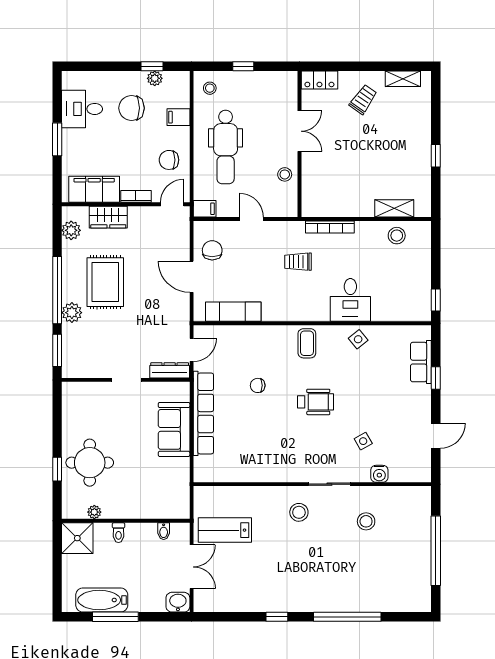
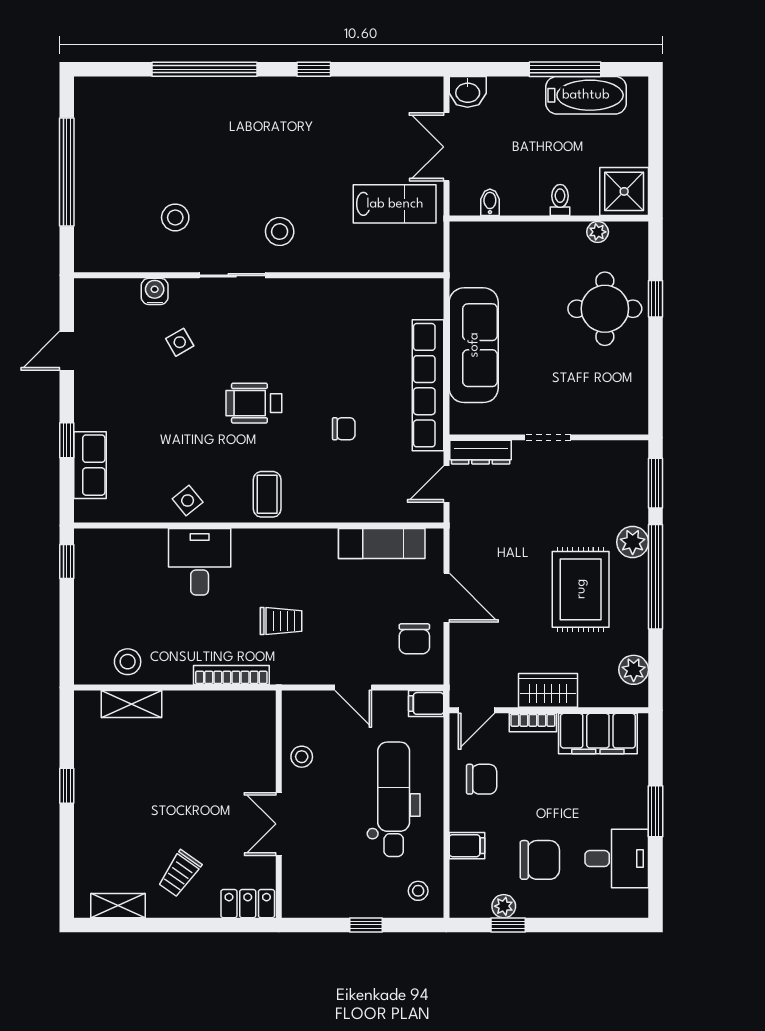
wardrobe: (108, 217) -> (548, 690), moved
sofa: (174, 429) -> (474, 345), width x1.36

